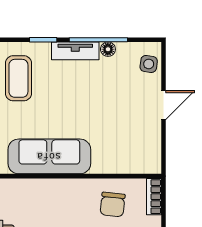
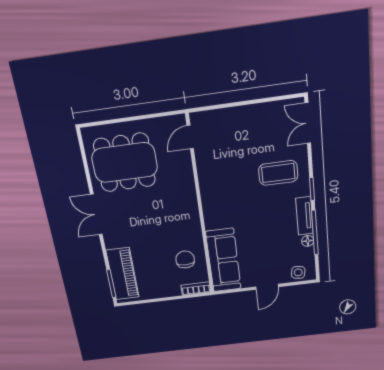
door: (163, 105) -> (267, 287), hinge flipped
sofa: (49, 156) -> (223, 260), moved
chair: (113, 204) -> (185, 259), turned 84

